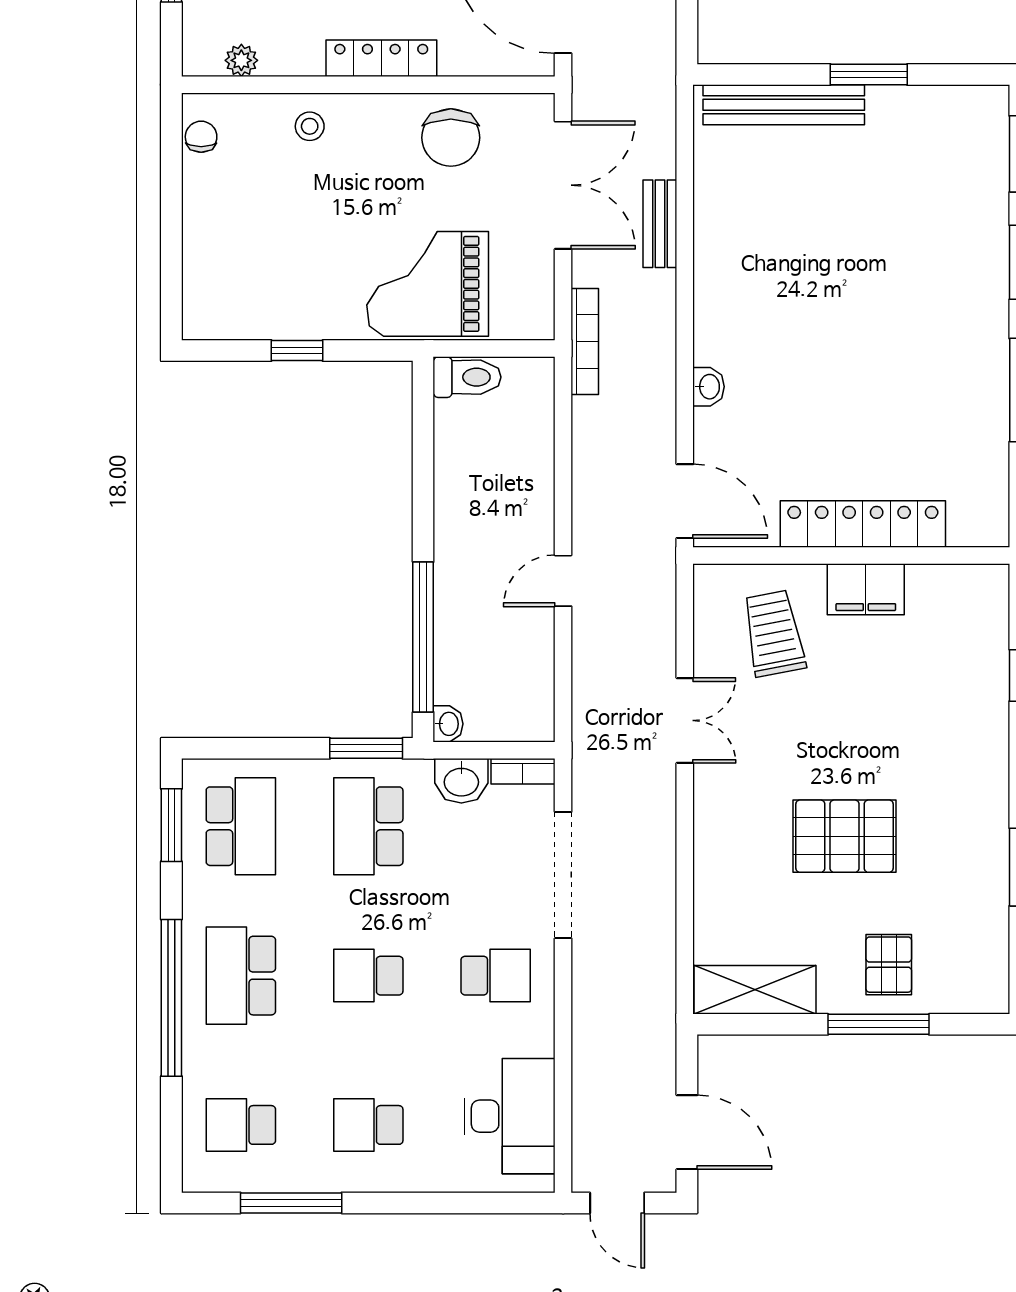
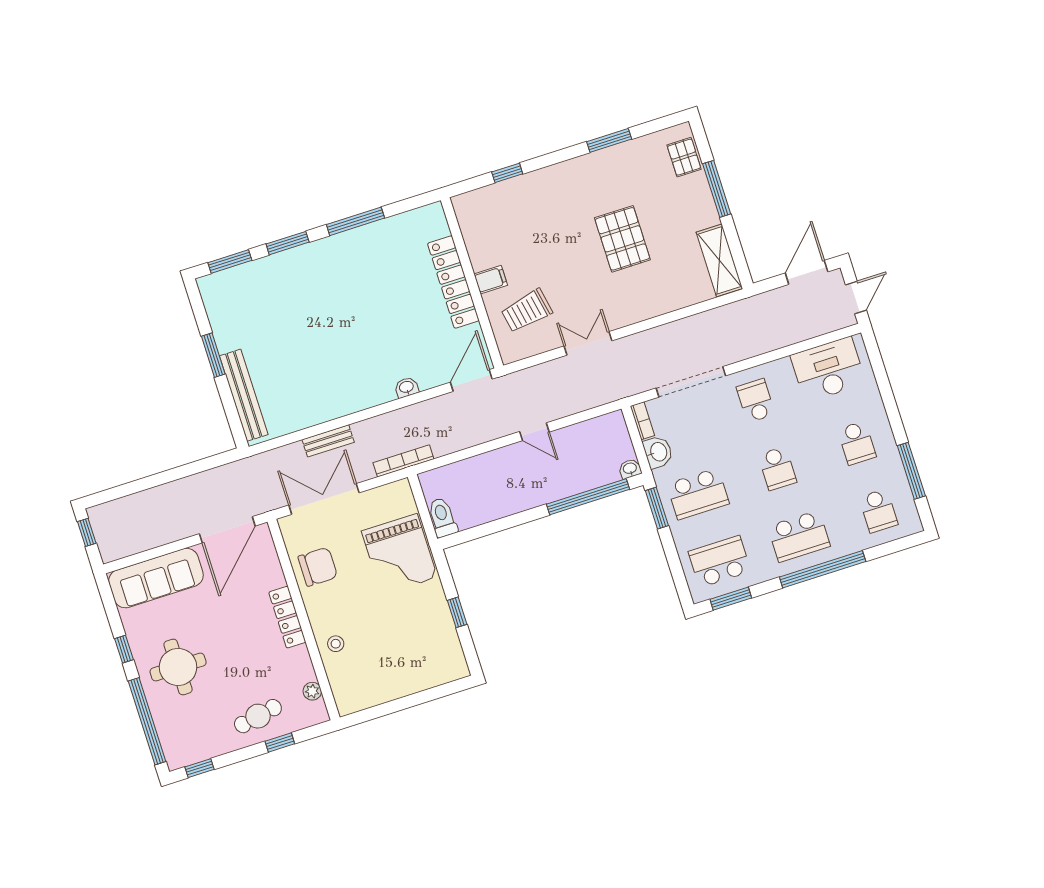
chair: (201, 137) -> (360, 700), removed
filing cabinet: (866, 589) -> (491, 280), width x0.50
pallet: (889, 965) -> (684, 157), moved, turned 90

